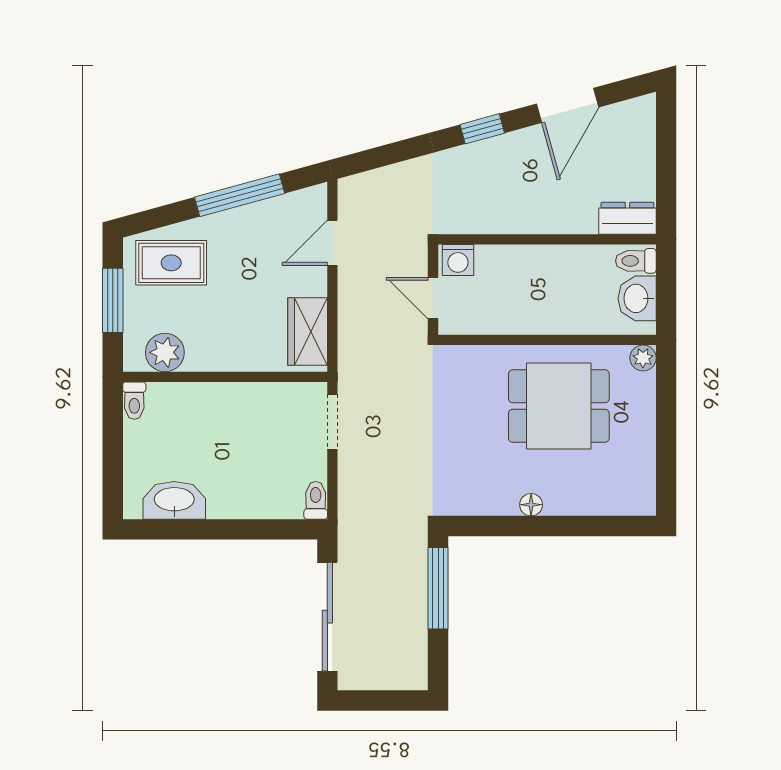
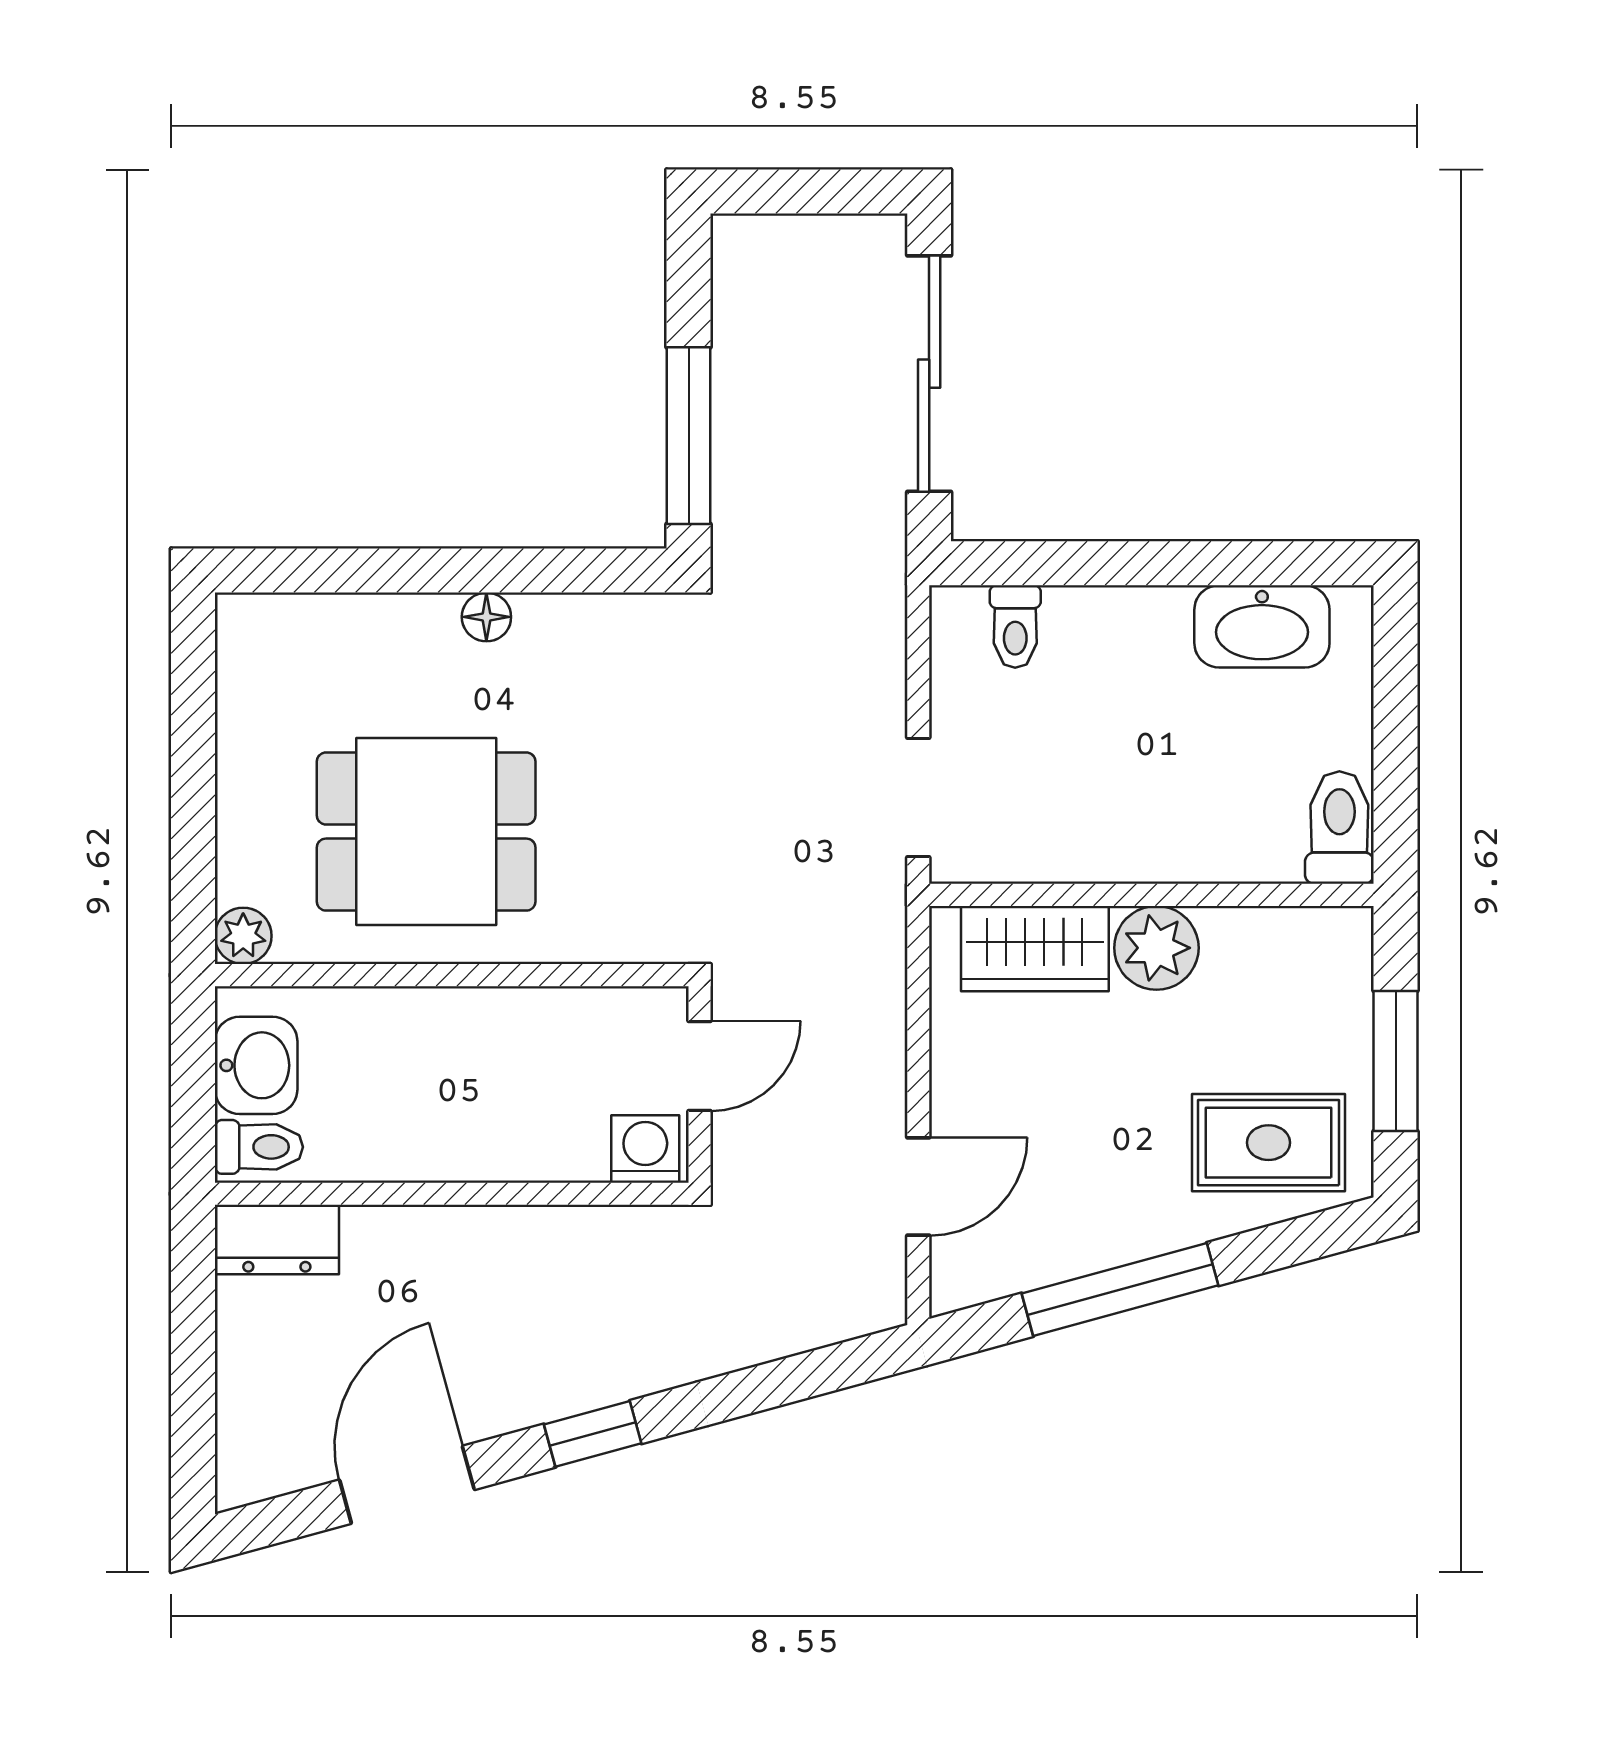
door: (433, 298) -> (700, 1066), hinge flipped
wardrobe: (308, 332) -> (1035, 949), moved, turned 90
plant: (165, 352) -> (1156, 948), moved
toilet: (134, 401) -> (1339, 828), width x1.37, depth x1.39
toilet: (316, 500) -> (1015, 627), moved

